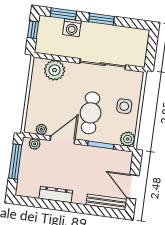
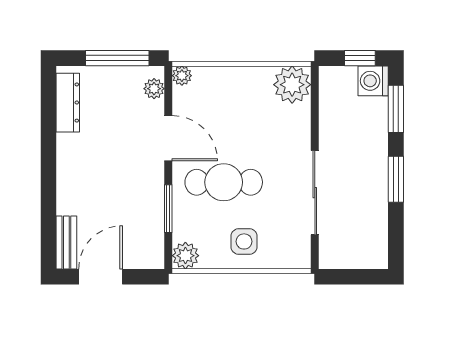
washing machine: (72, 28) -> (373, 81), moved
plant: (55, 70) -> (292, 85), moved
plant: (41, 129) -> (182, 76), moved
dresser: (56, 194) -> (68, 103), moved
bench: (106, 202) -> (66, 242), width x0.73

